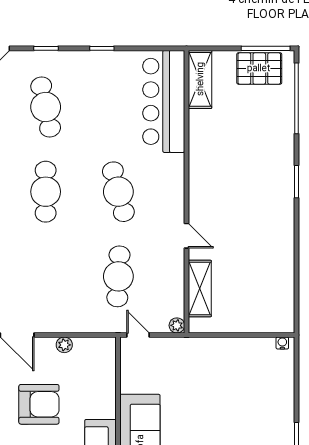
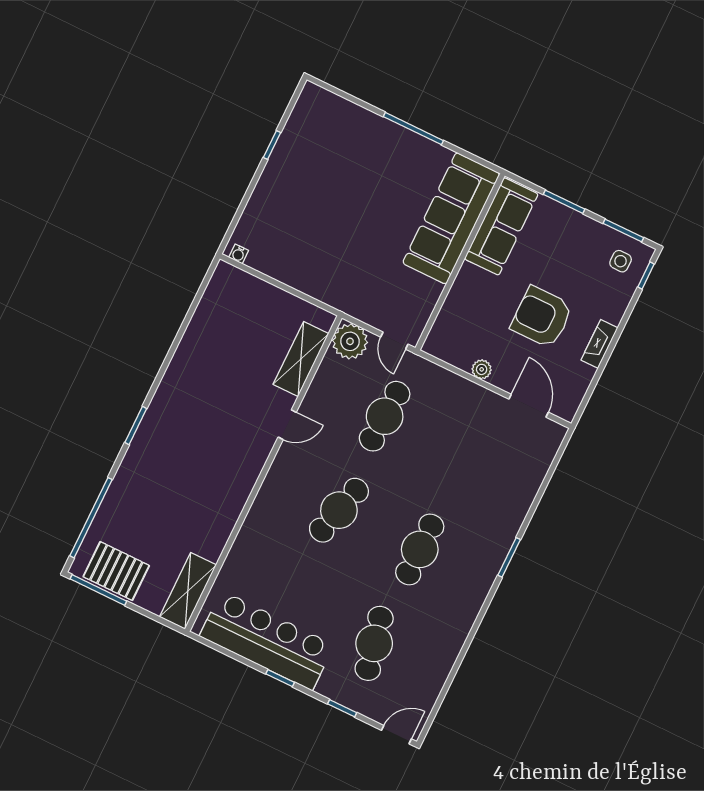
bar counter: (164, 101) -> (267, 641), moved, turned -90
cafe table: (118, 192) -> (339, 510), turned 30
door: (186, 236) -> (287, 425), swing flipped
plant: (177, 325) -> (350, 341), width x1.87, depth x1.87

